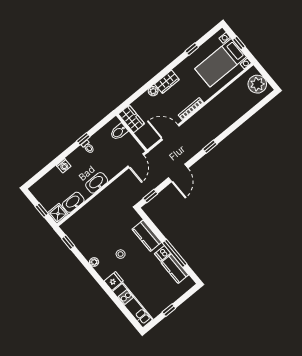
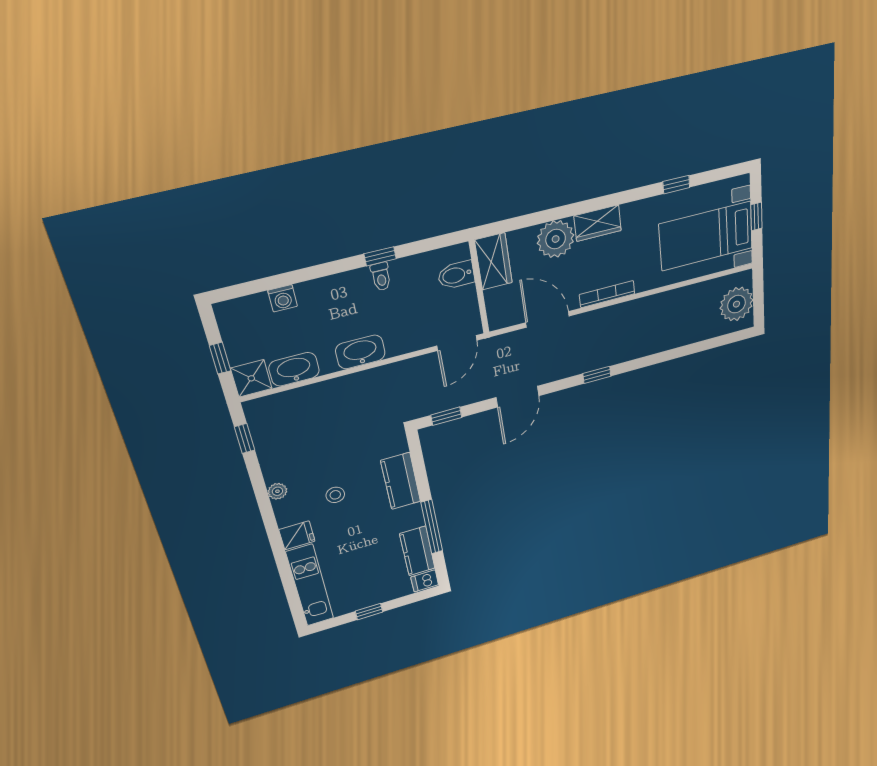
plant: (153, 91) -> (556, 239), width x1.88, depth x1.88
washing machine: (64, 166) -> (283, 298), moved
dishwasher: (163, 253) -> (425, 581), moved

